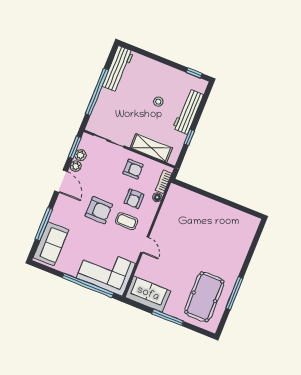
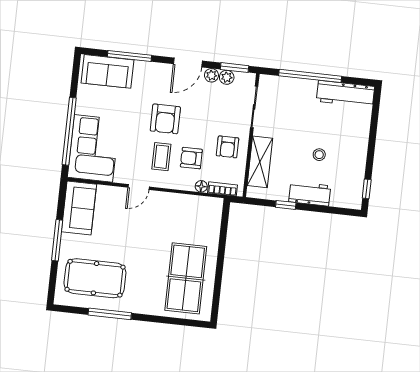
workbench: (188, 112) -> (310, 194), width x0.73
table tennis table: (223, 228) -> (186, 278), added

